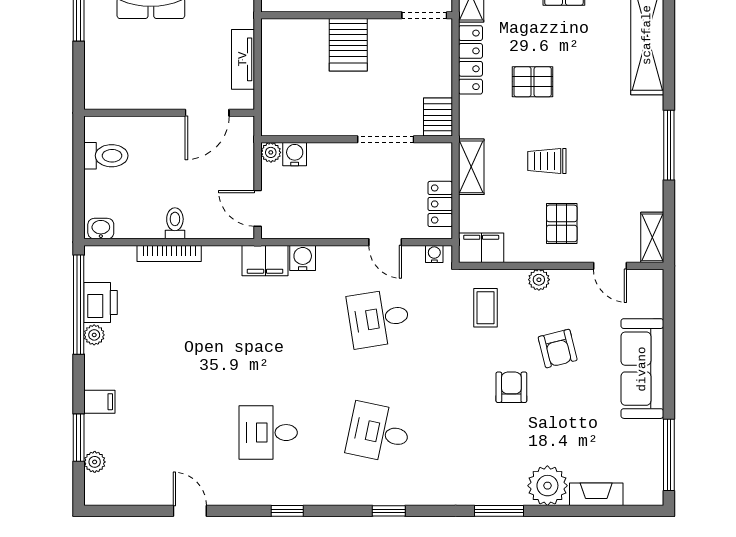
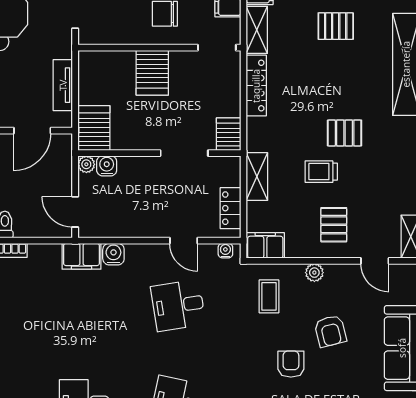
pallet: (533, 82) -> (345, 133), moved
server rack: (280, 110) -> (94, 128), added

